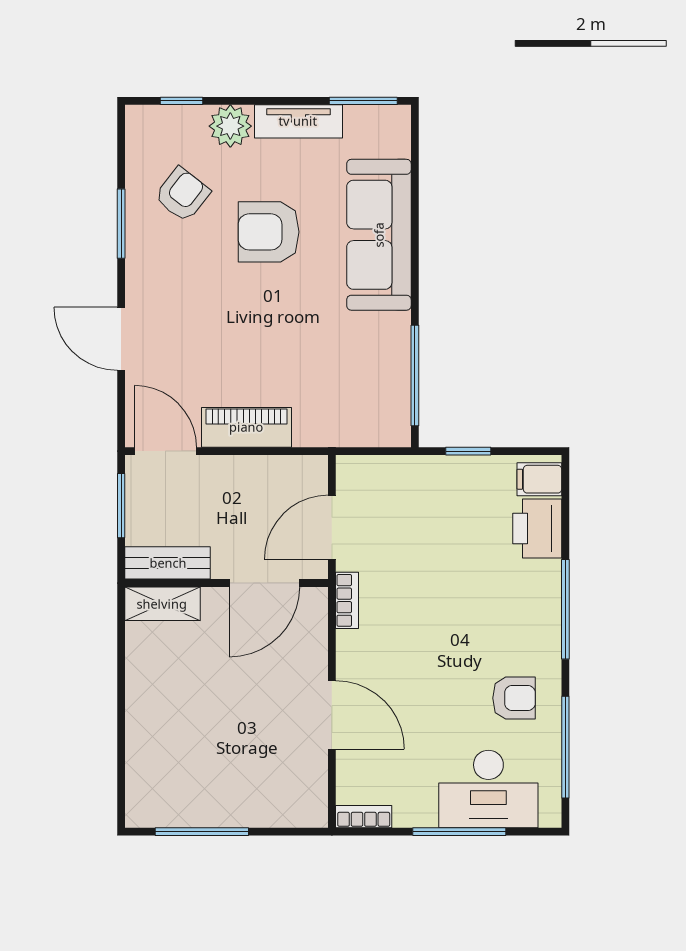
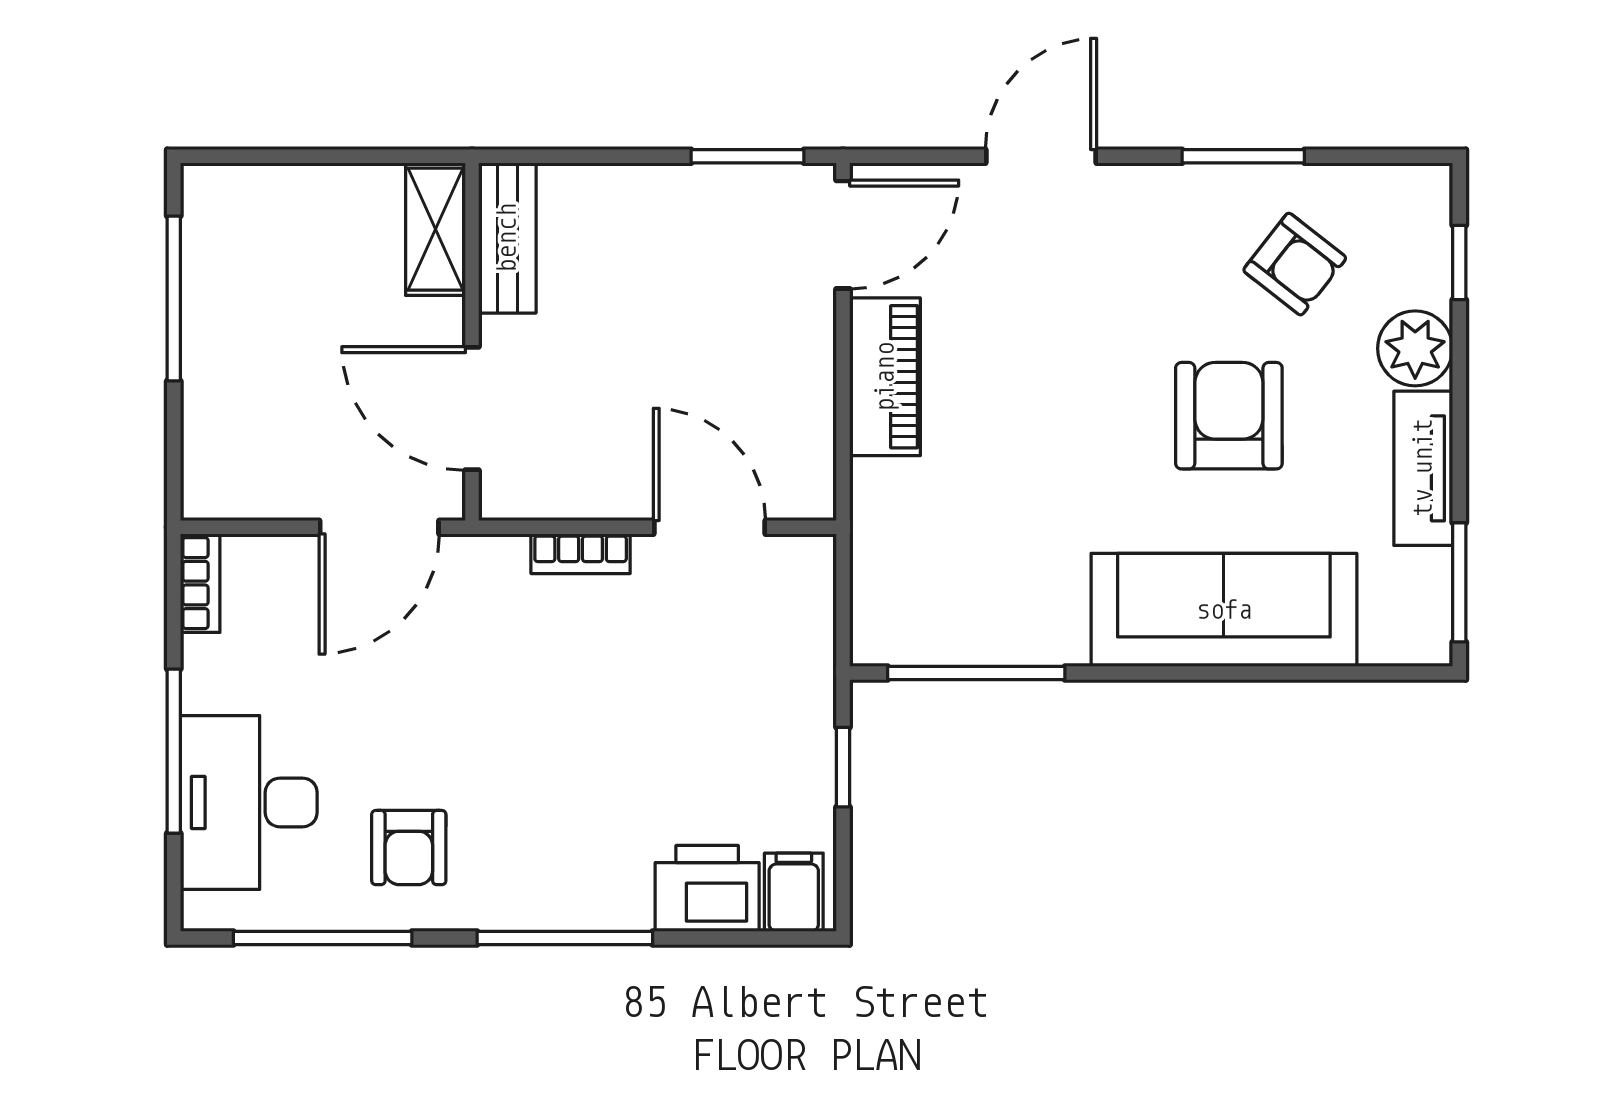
bench: (168, 563) -> (507, 238), moved
wall: (226, 583) -> (472, 342), moved
door: (264, 583) -> (472, 409), moved
shelving: (162, 604) -> (436, 229), moved

